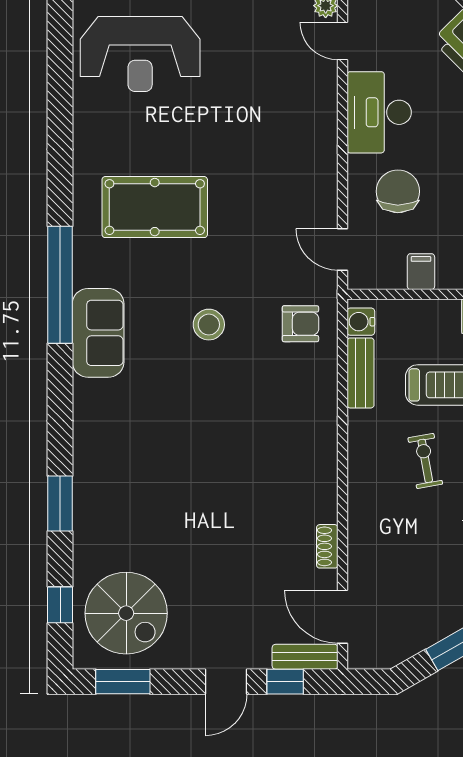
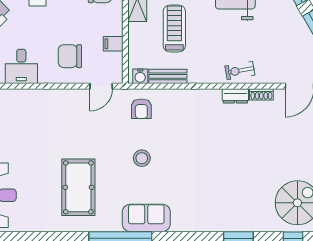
desk: (379, 112) -> (21, 66), width x0.73
armchair: (300, 324) -> (141, 109), turned 180
exercise bike: (425, 461) -> (240, 71), moved
dresser: (324, 498) -> (235, 96), added

